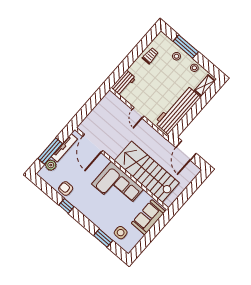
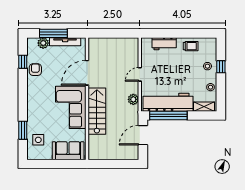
window: (186, 46) -> (221, 67), width x0.46
workbench: (123, 83) -> (164, 44), moved
window: (188, 118) -> (168, 116), added
plant: (153, 134) -> (133, 99), added
door: (93, 143) -> (87, 73), moved
stairs: (147, 172) -> (97, 111), width x0.73, depth x0.66
window: (66, 206) -> (23, 62), moved

